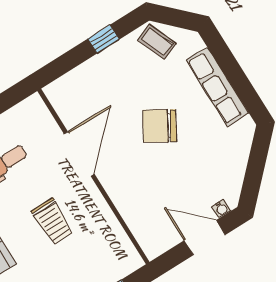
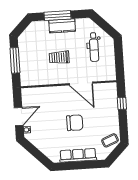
window: (103, 39) -> (122, 103), moved
chair: (160, 126) -> (75, 123), turned 59

